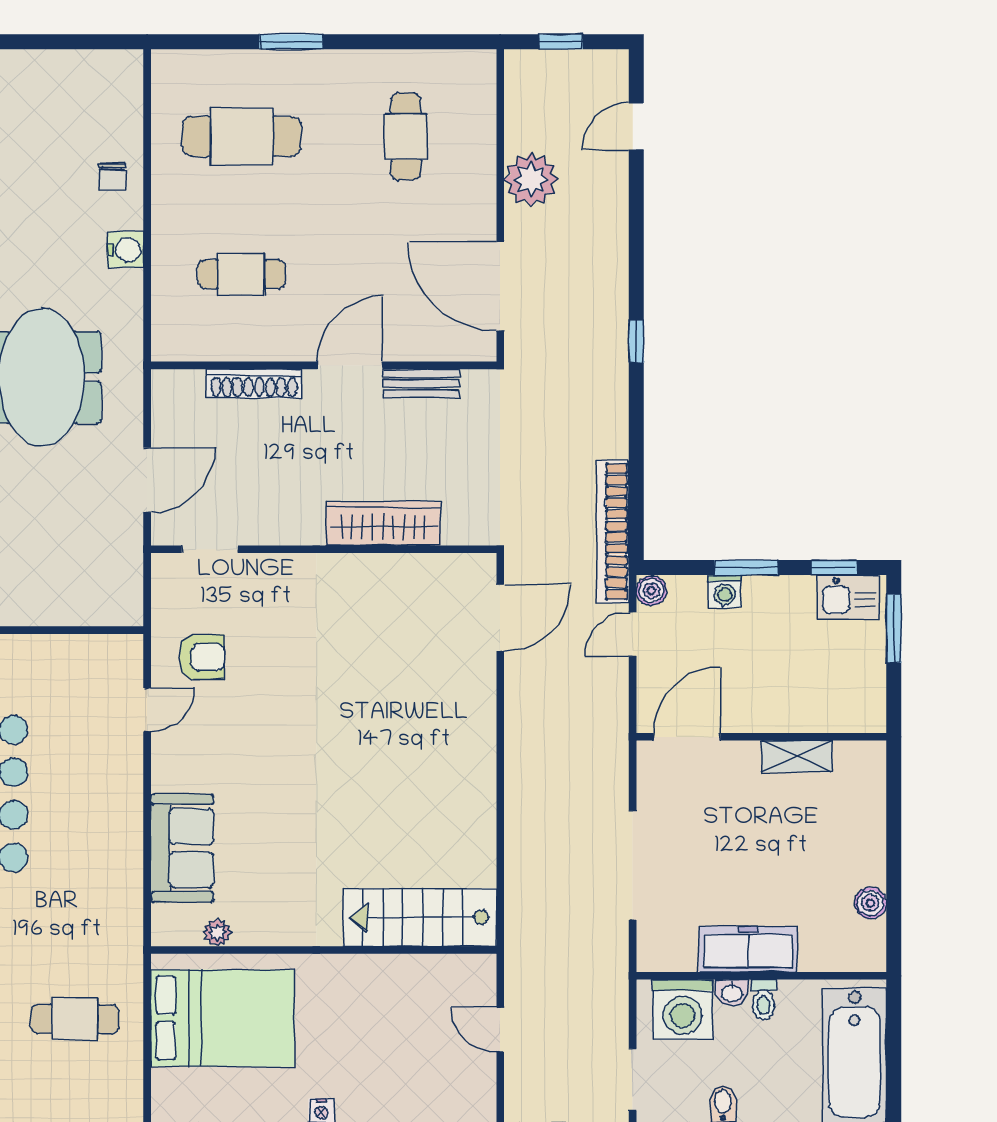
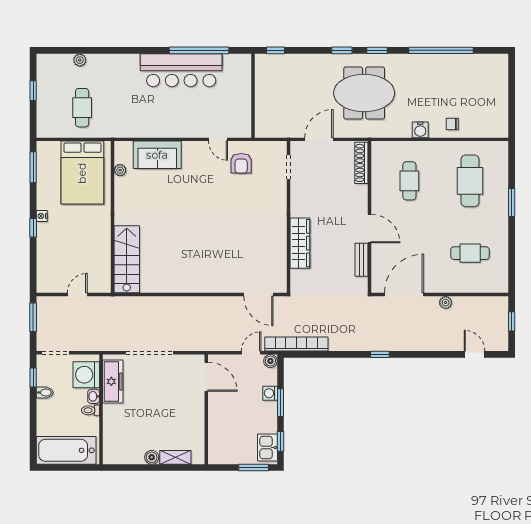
plant: (531, 179) -> (446, 303), width x0.53, depth x0.53
shoe rack: (254, 384) -> (361, 163), moved
door: (147, 480) -> (319, 139), swing flipped
door: (633, 634) -> (251, 353), hinge flipped
shelving: (797, 756) -> (175, 457), moved, turned 90
boiler: (870, 903) -> (152, 457), moved
freezer: (748, 949) -> (113, 381), moved

